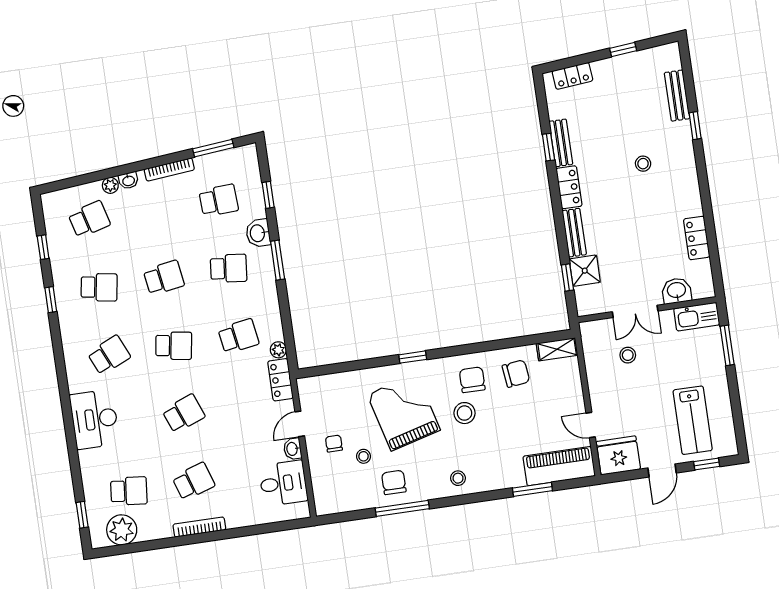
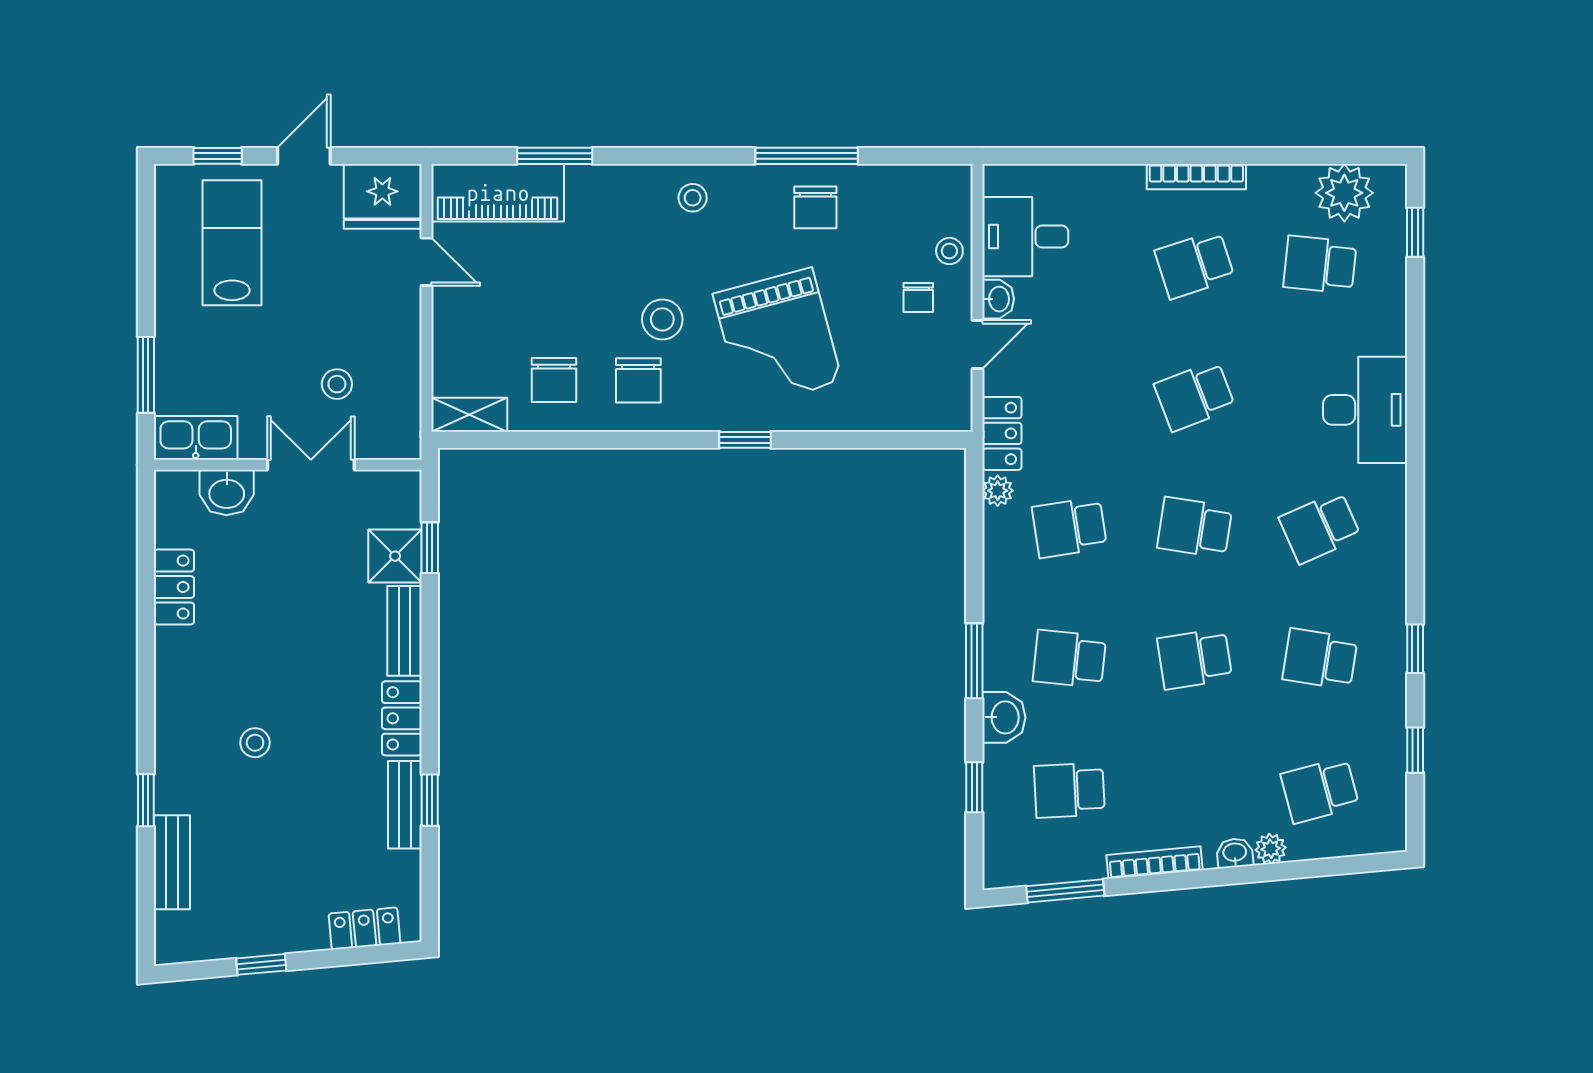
chair: (516, 374) -> (554, 380), turned -83
stool: (364, 456) -> (949, 251), moved

